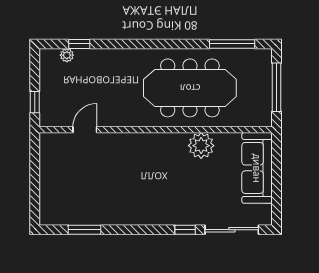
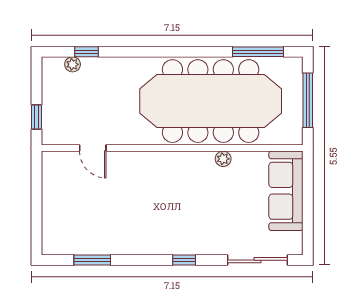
meeting table: (190, 88) -> (211, 101), width x1.36, depth x1.27
door: (85, 130) -> (93, 148), swing flipped
plant: (201, 146) -> (223, 159), width x0.53, depth x0.53
window: (185, 230) -> (184, 260), moved

